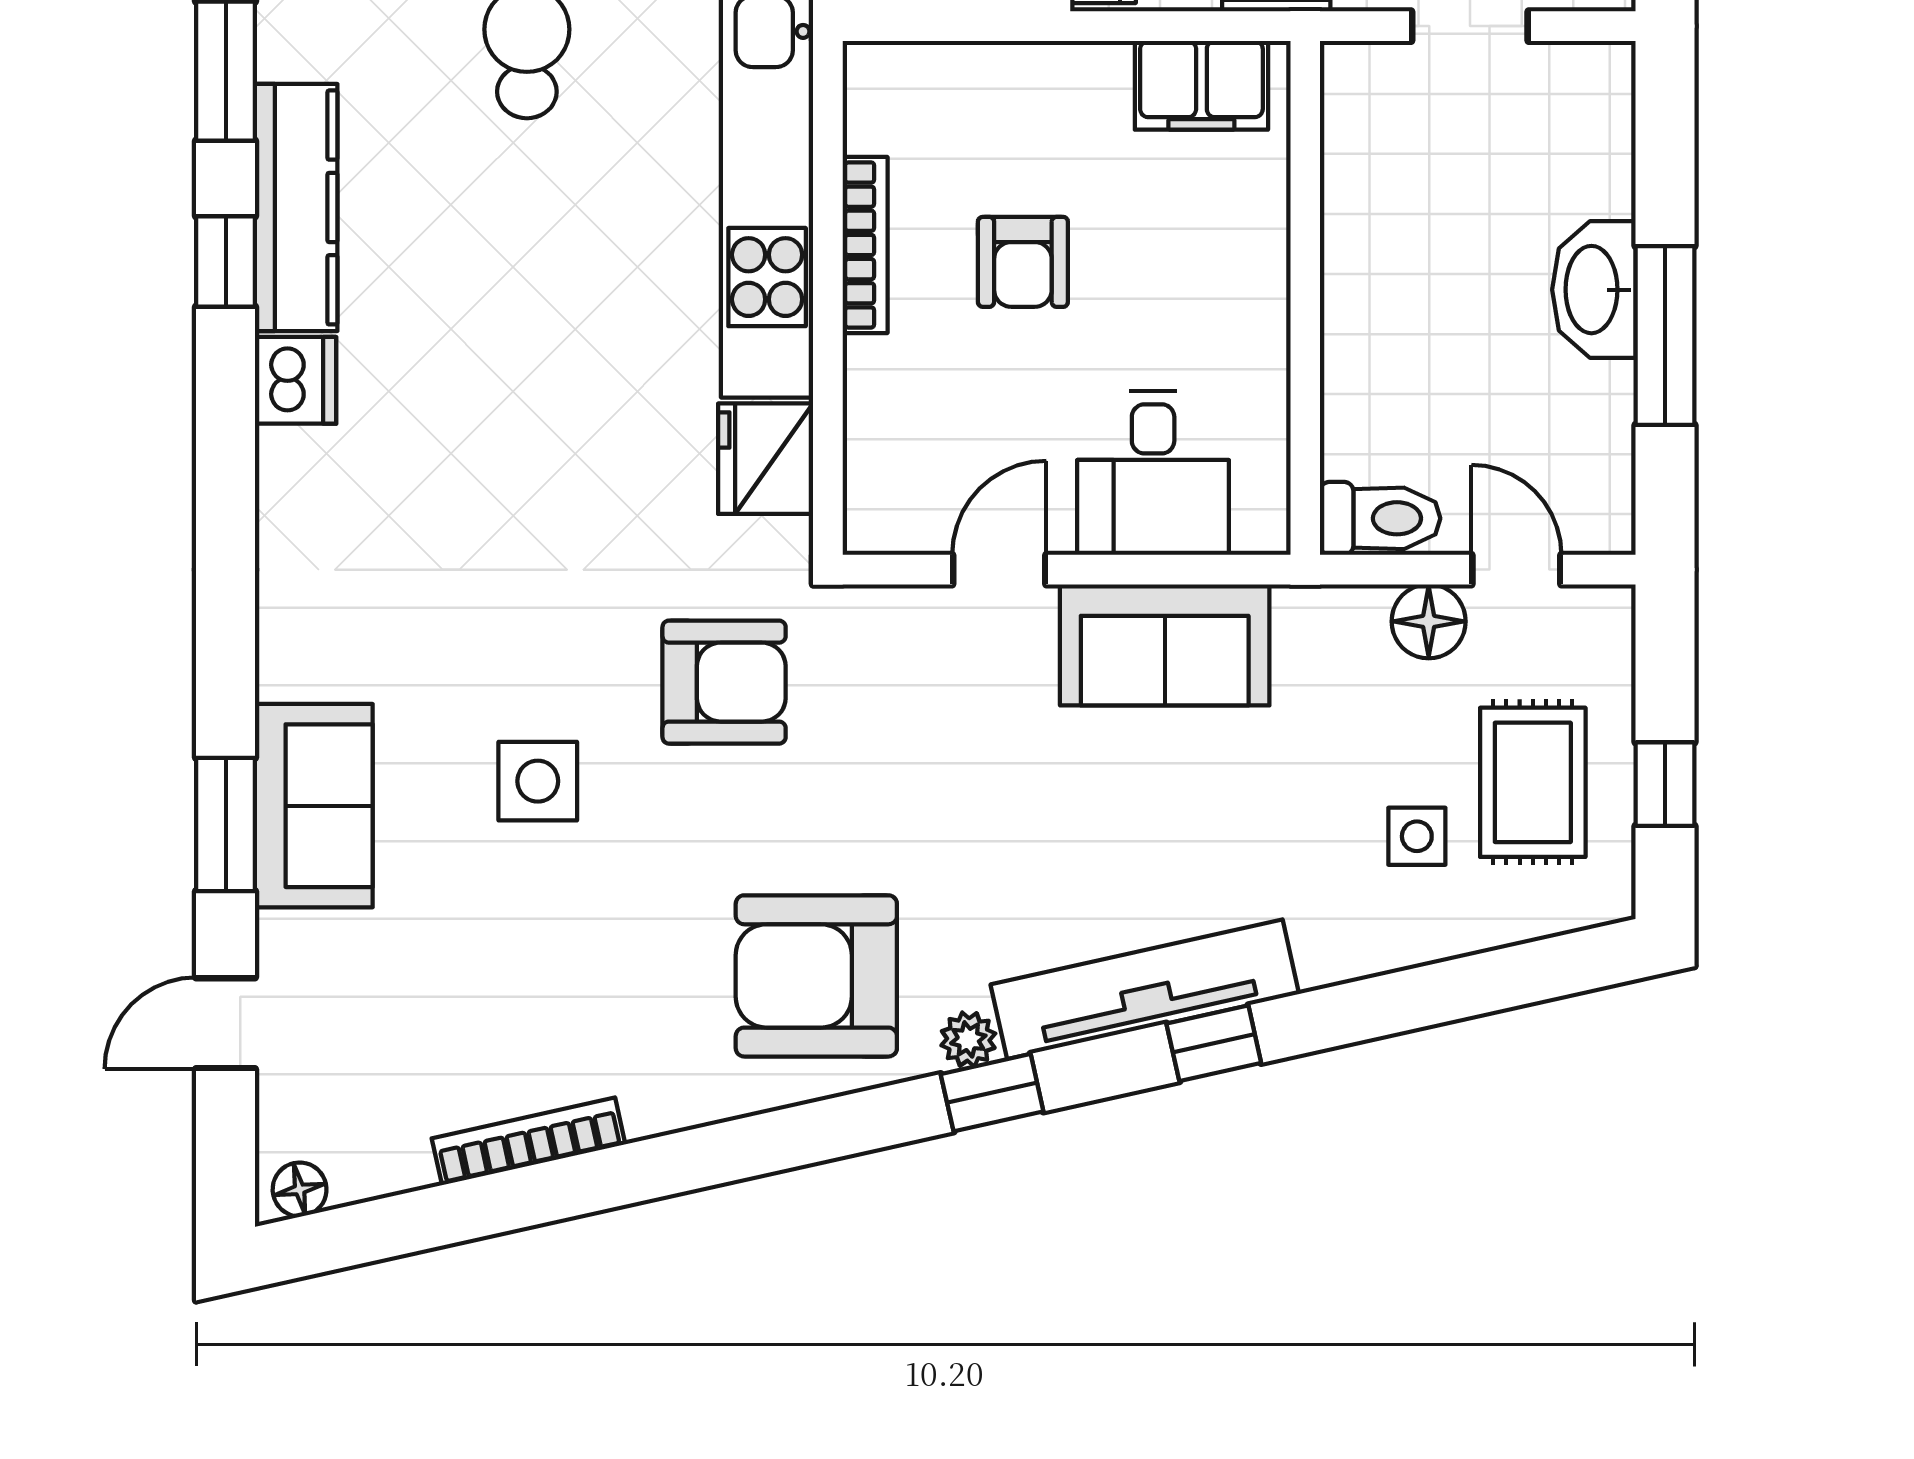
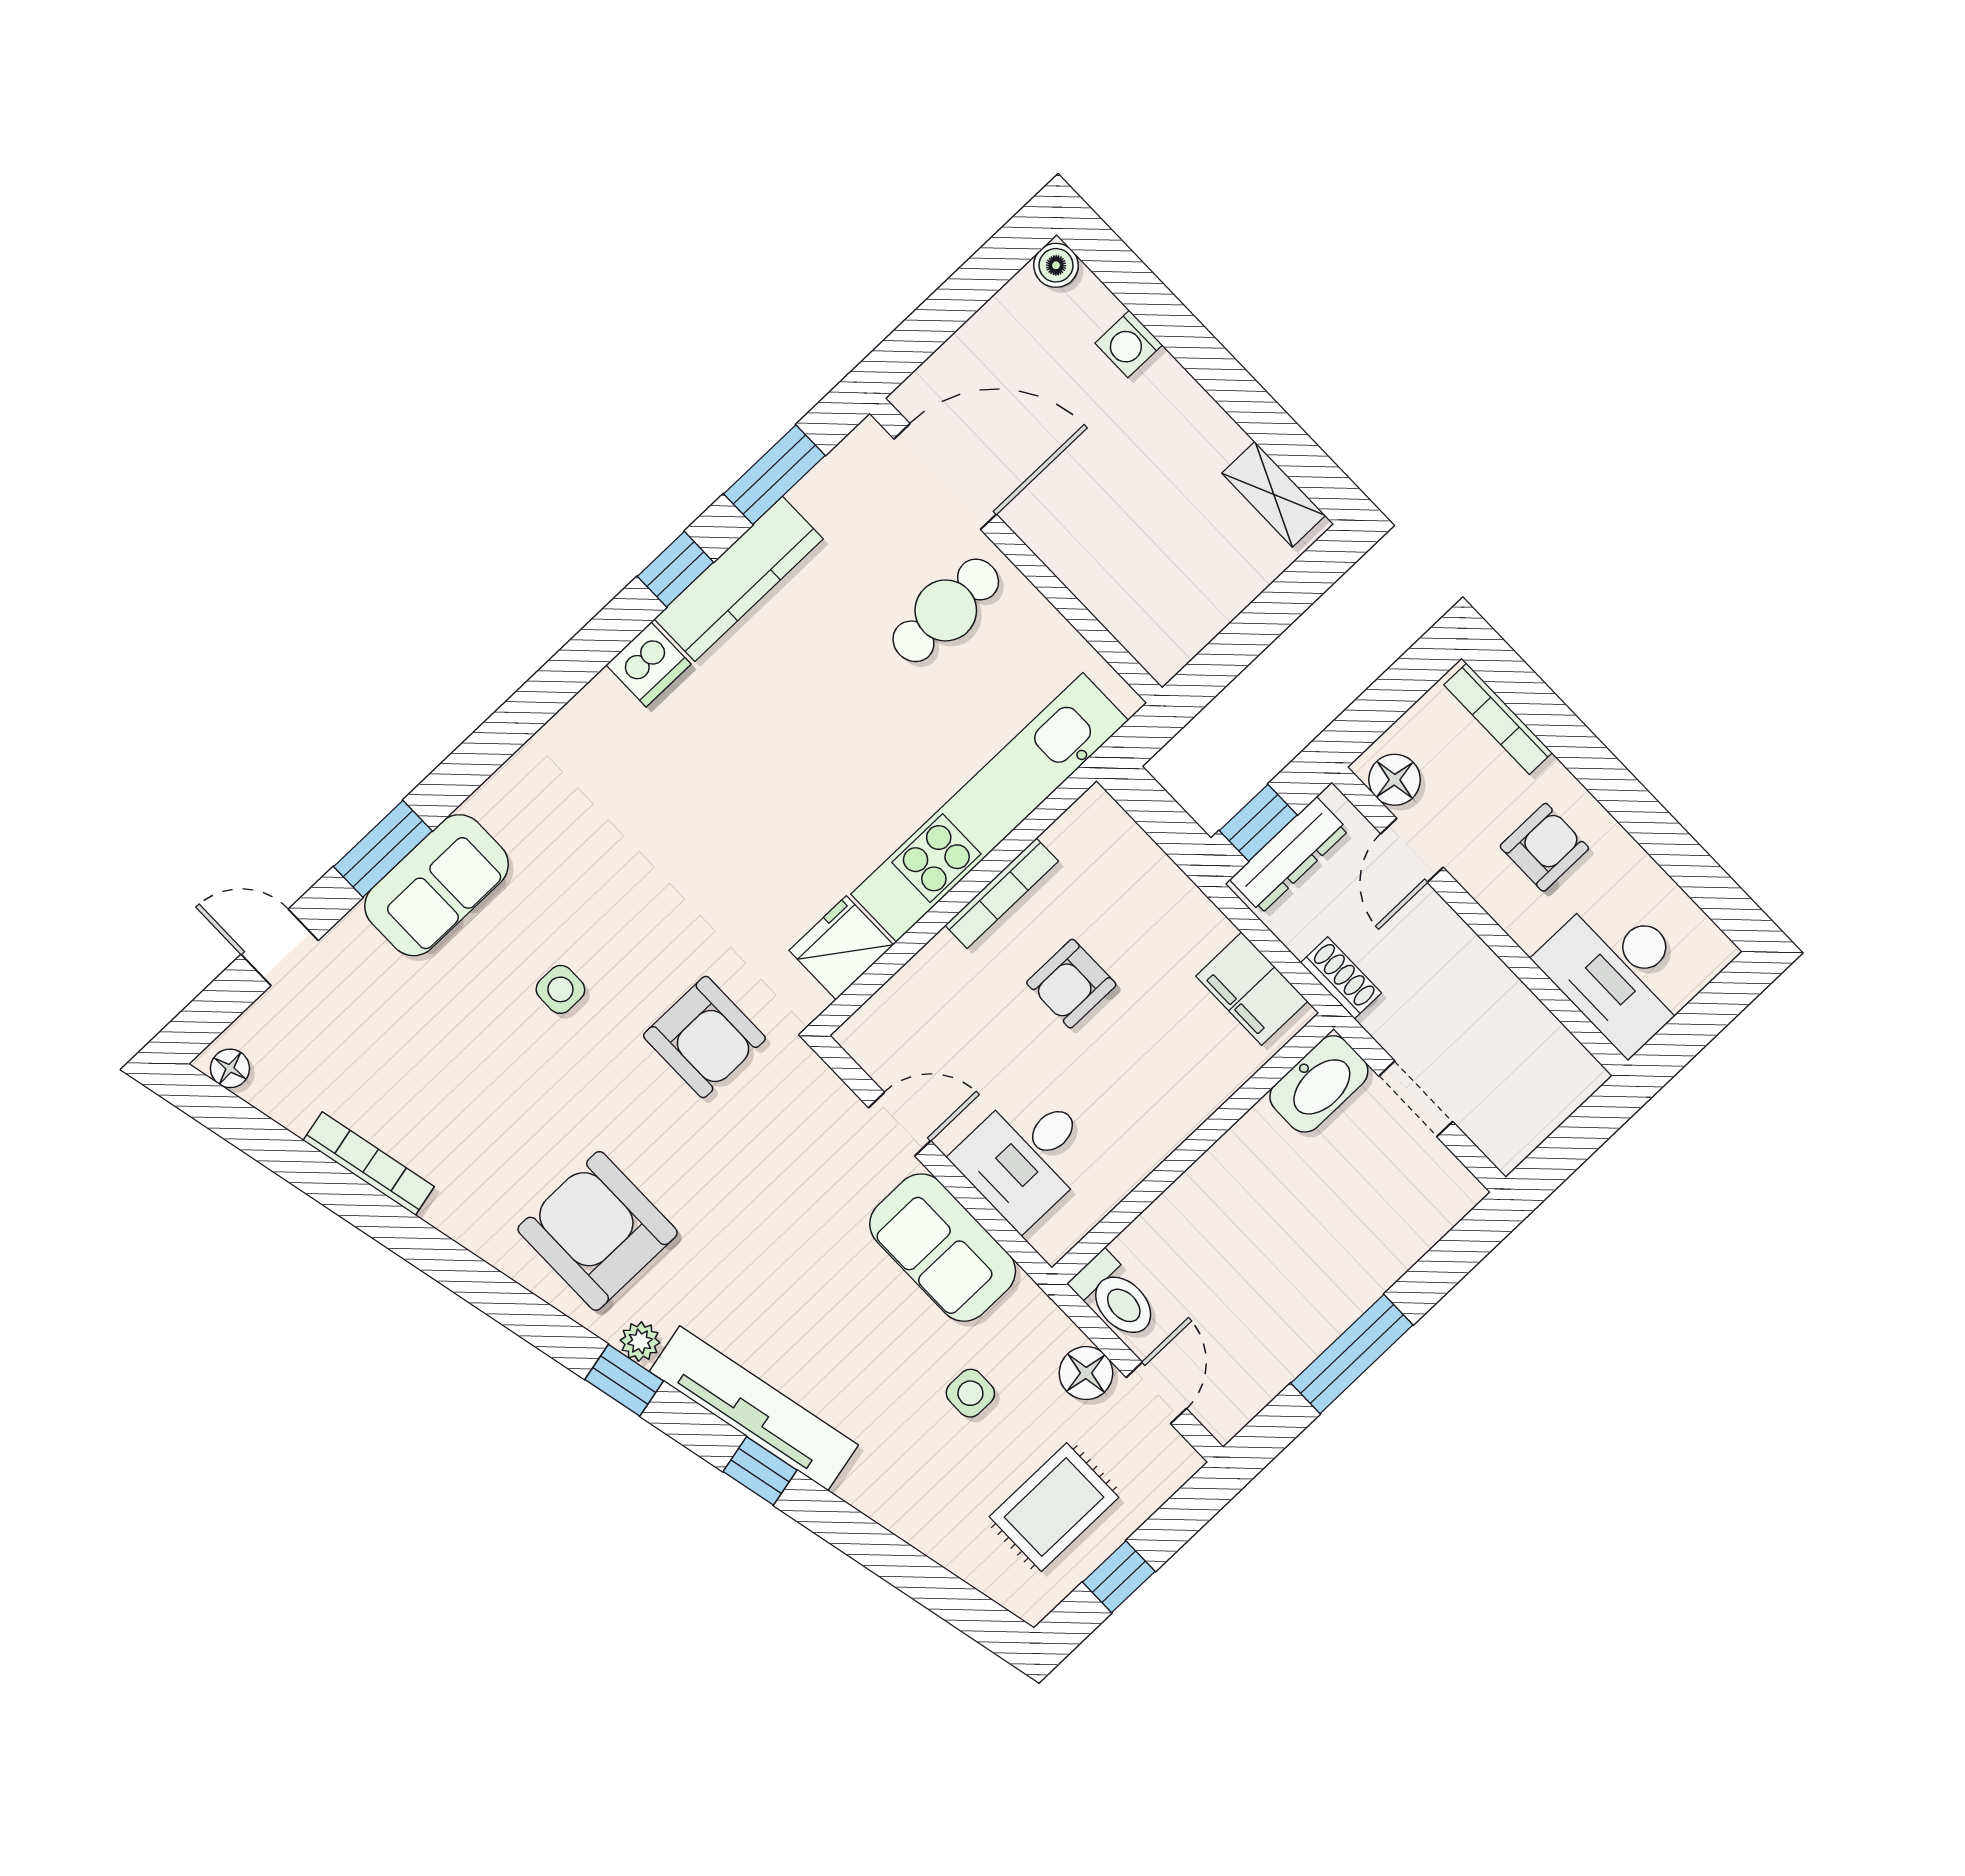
washbasin: (1594, 290) -> (1319, 1084), moved, turned 180
side table: (538, 781) -> (560, 989), width x0.73, depth x0.73
side table: (1417, 836) -> (970, 1393), moved

